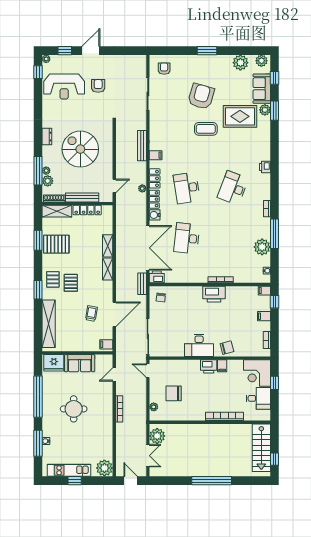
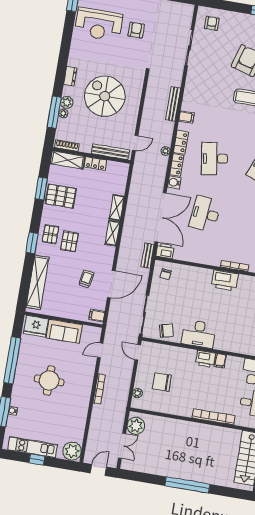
plant: (48, 181) -> (67, 102), moved
bench: (82, 197) -> (110, 152), moved
locker: (87, 210) -> (95, 163), width x0.66
chair: (227, 348) -> (166, 331), moved
door: (131, 481) -> (98, 470), hinge flipped

